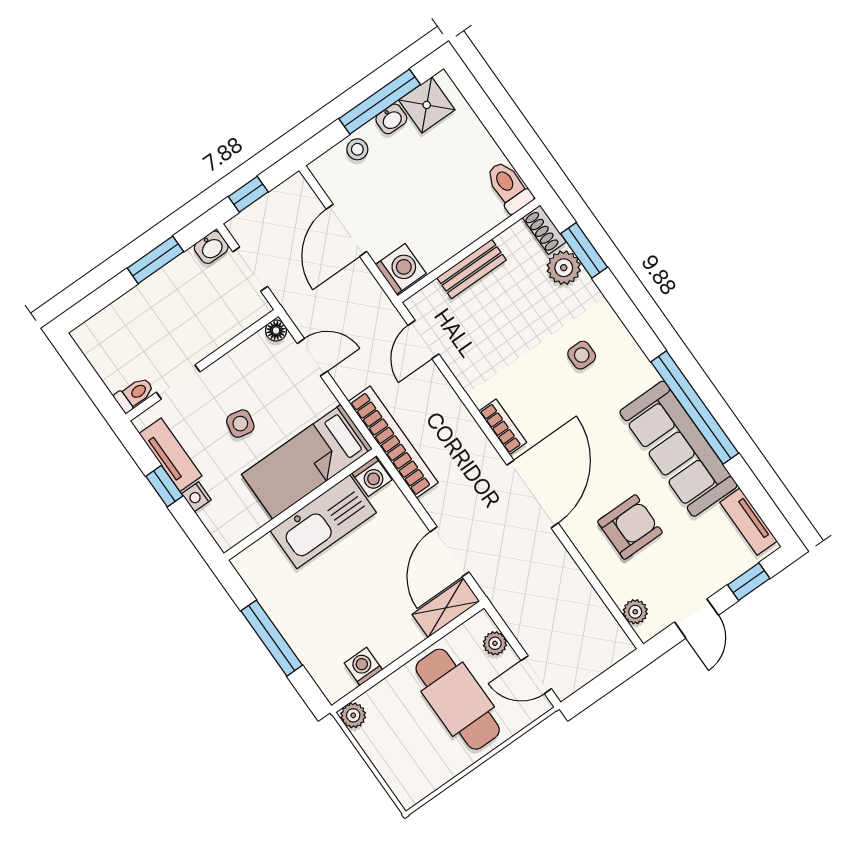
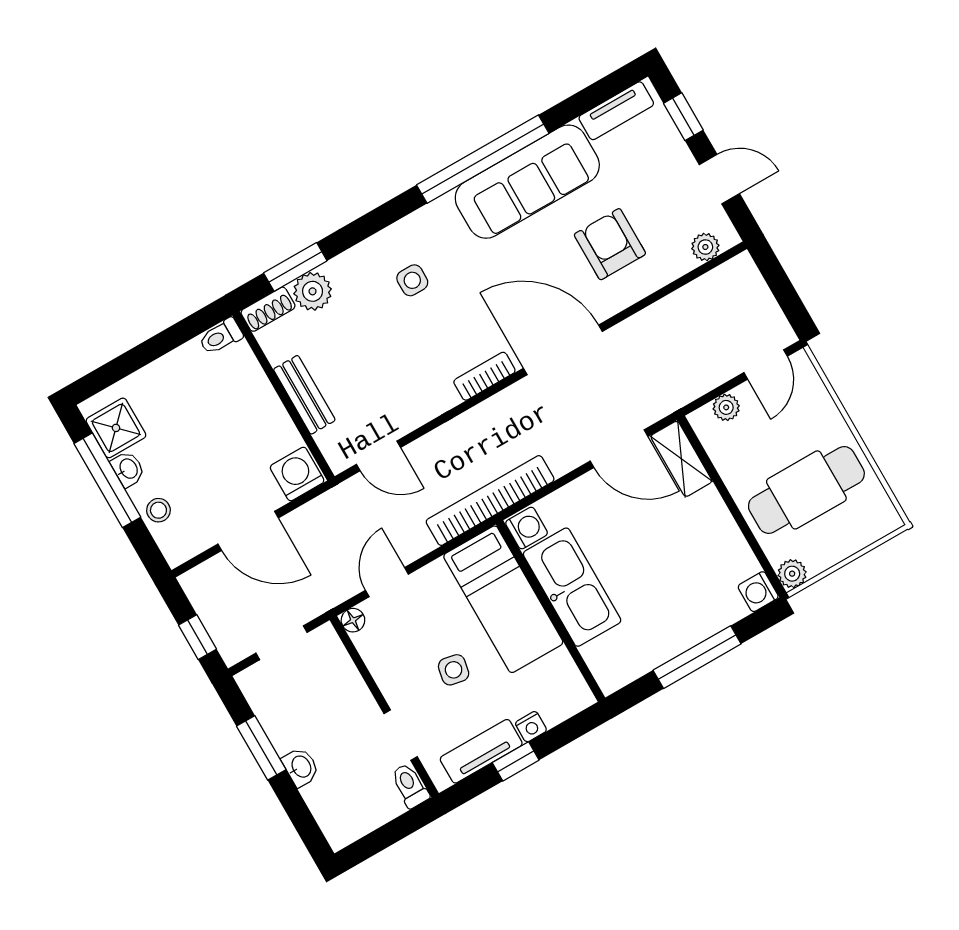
toilet: (509, 187) -> (221, 337), width x0.73, depth x0.72
washbasin: (211, 247) -> (301, 767), moved
washing machine: (363, 666) -> (758, 592), moved
cafe table: (458, 699) -> (806, 490), moved

